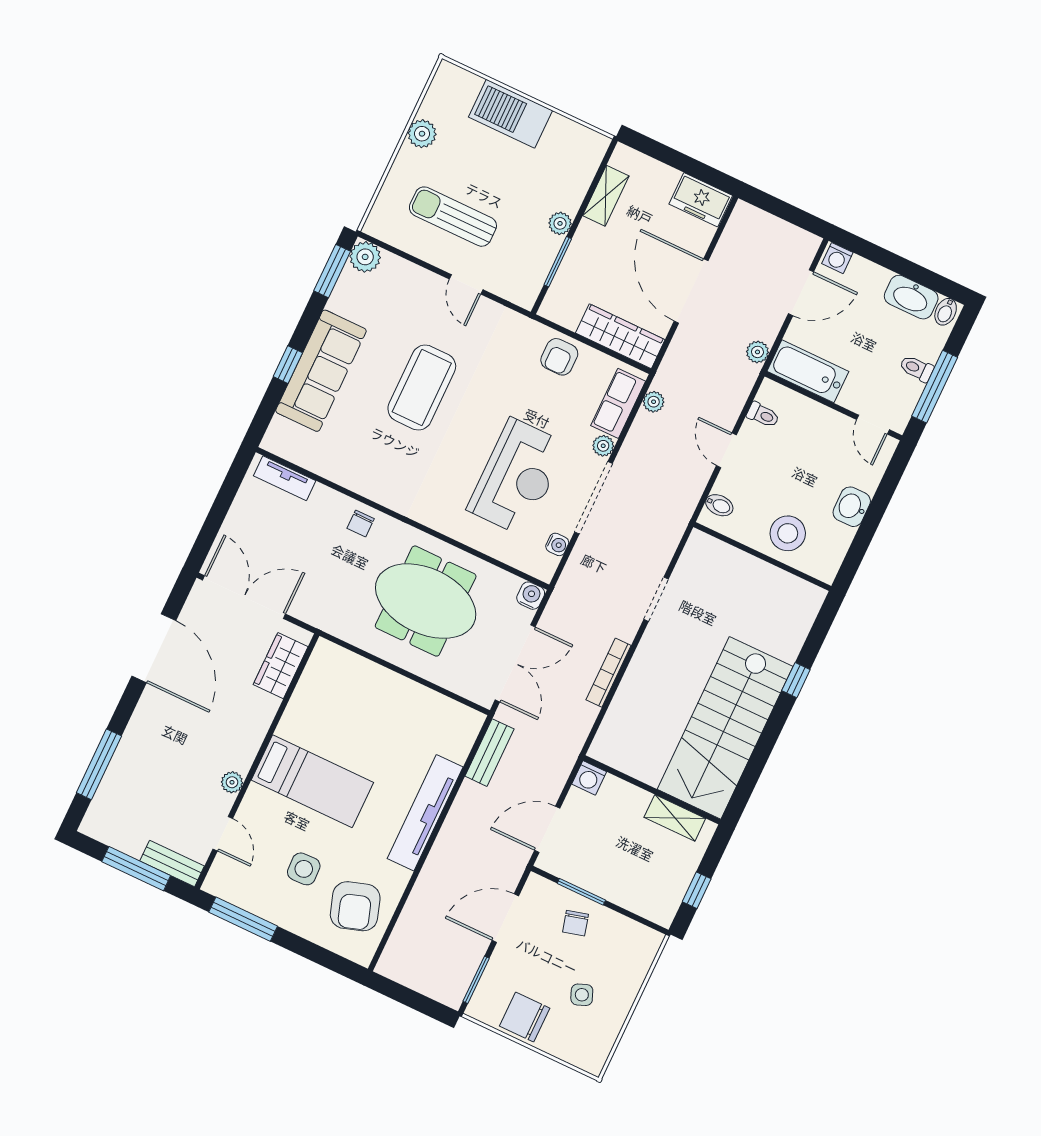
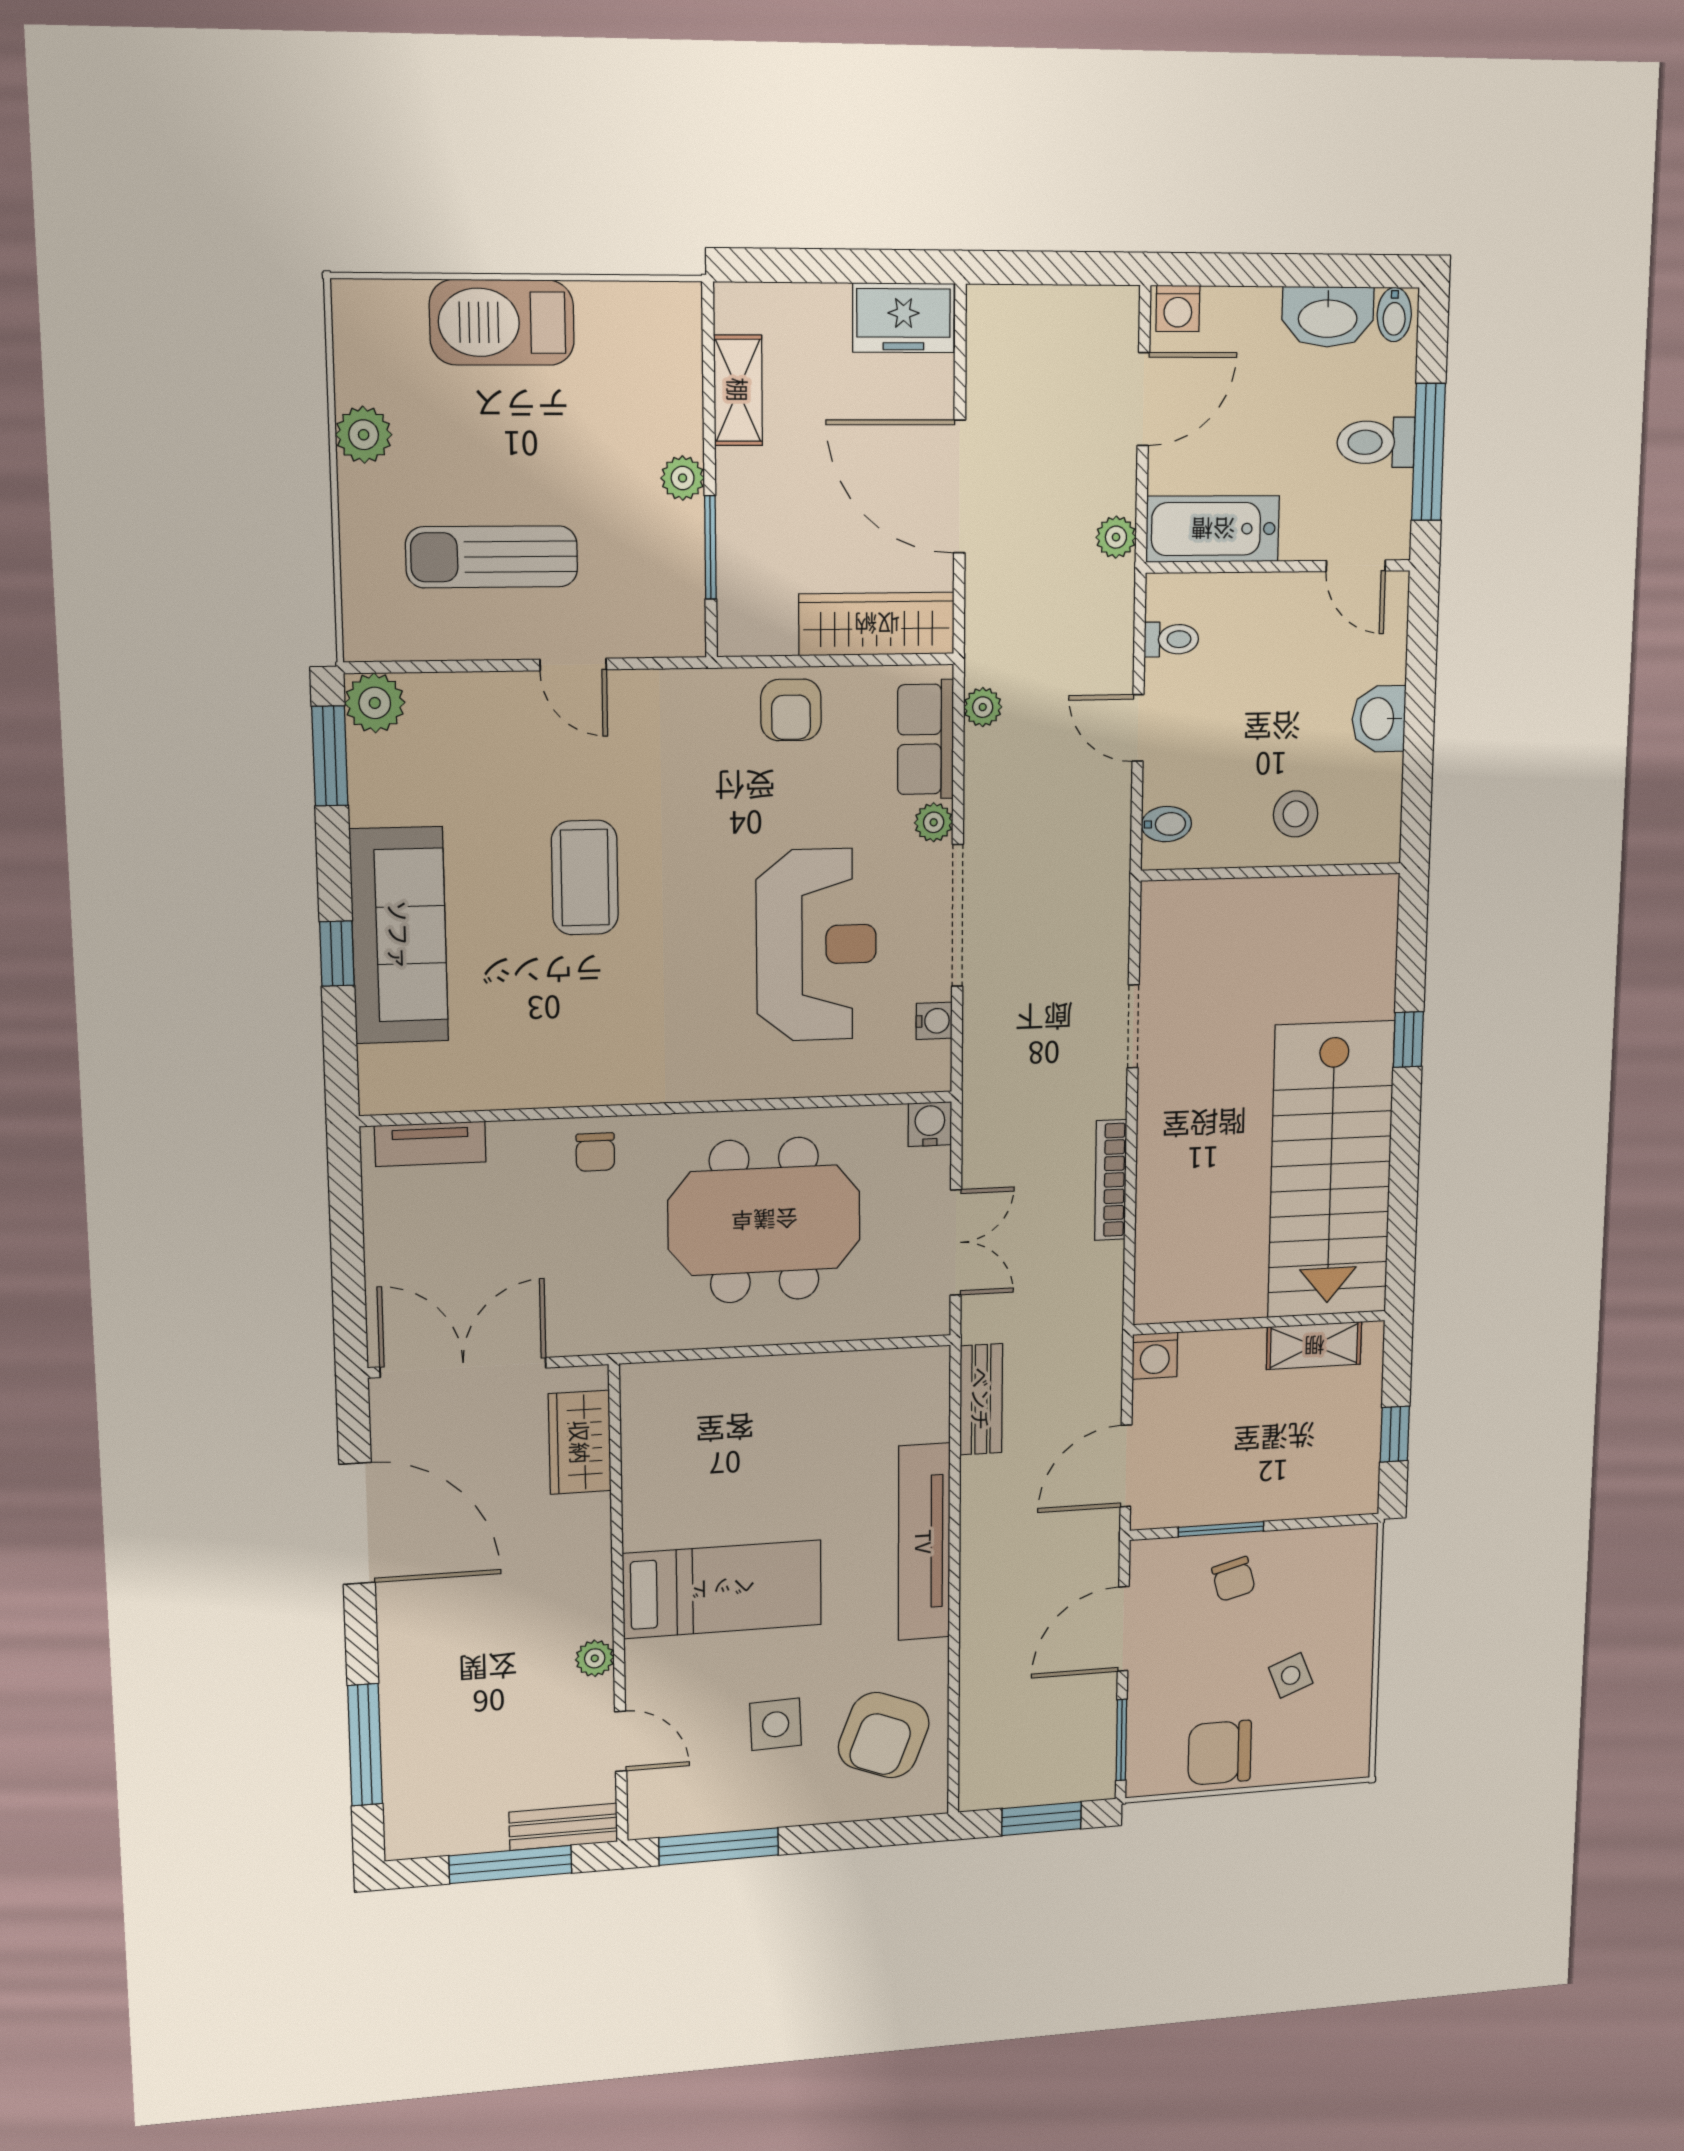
toilet: (917, 368) -> (1376, 442), width x1.37, depth x1.39
coffee table: (422, 388) -> (585, 878), width x0.73, depth x0.76
stool: (788, 533) -> (1296, 814), width x0.73, depth x0.73
double door: (515, 663) -> (956, 1243), width x0.73
armchair: (355, 906) -> (884, 1735), turned 39
window: (414, 1000) -> (1041, 1819), added

